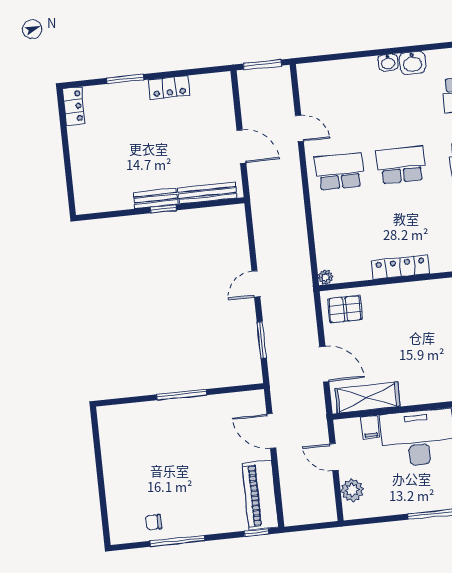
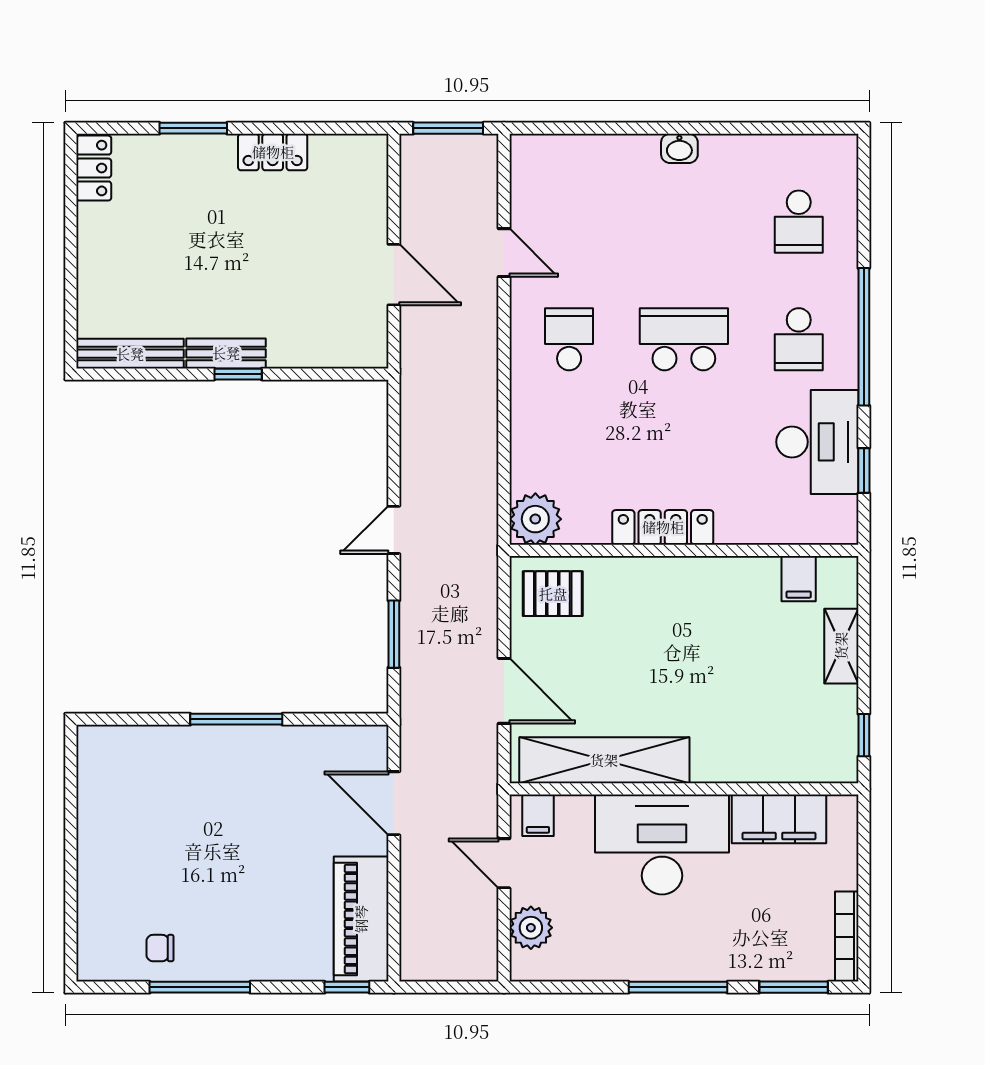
washbasin: (412, 63) -> (724, 154), removed
school desk: (339, 171) -> (569, 339), width x0.54
bench: (207, 193) -> (130, 354), moved
plant: (326, 277) -> (535, 519), width x1.87, depth x1.87
shelving: (368, 397) -> (604, 760), width x1.47
filing cabinet: (370, 427) -> (538, 815), moved

